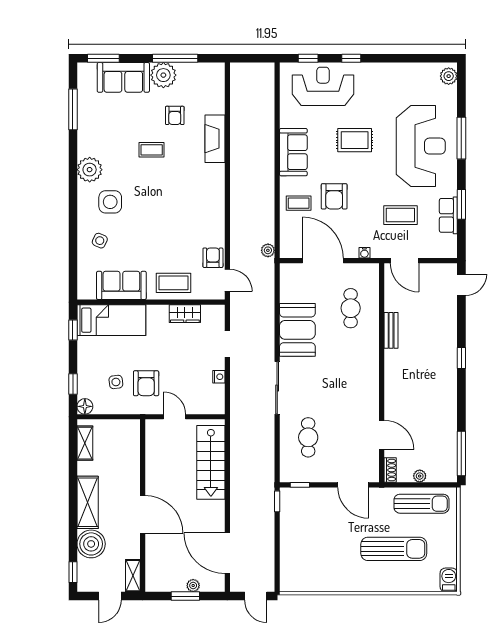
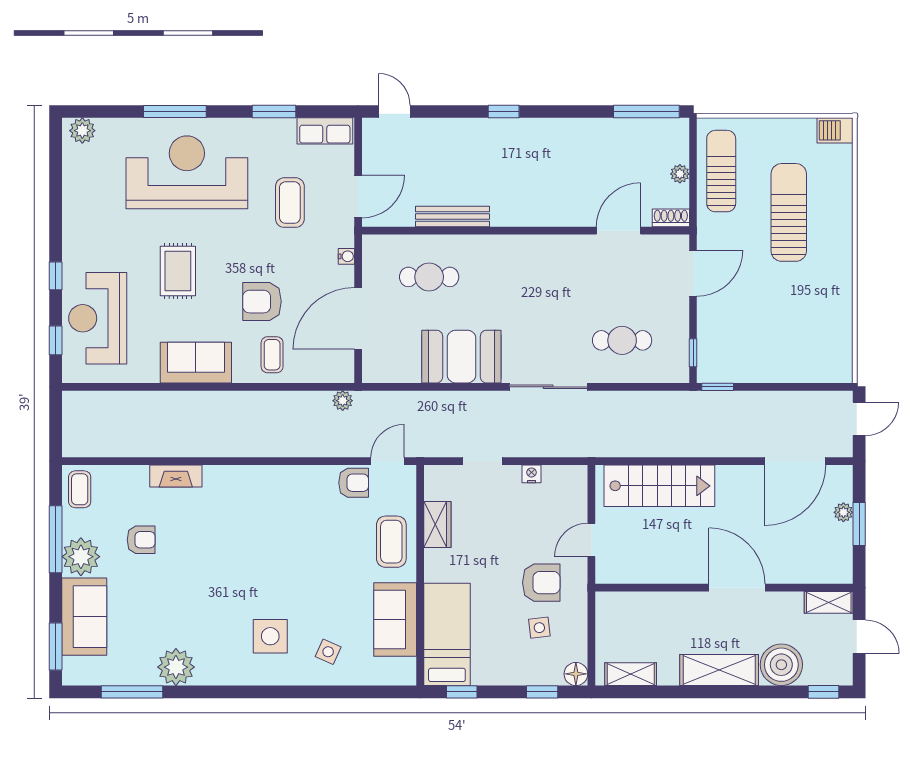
fireplace: (215, 139) -> (176, 476), width x0.73, depth x0.76
coffee table: (152, 150) -> (80, 489), moved
plant: (90, 170) -> (176, 667), moved
armchair: (334, 196) -> (262, 302), turned 180
row of seats: (448, 215) -> (325, 131), moved
armchair: (213, 258) -> (354, 483), turned 180
bench: (391, 330) -> (453, 217), width x1.36
door: (143, 514) -> (737, 588), hinge flipped

